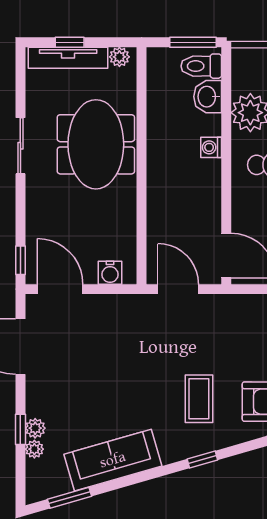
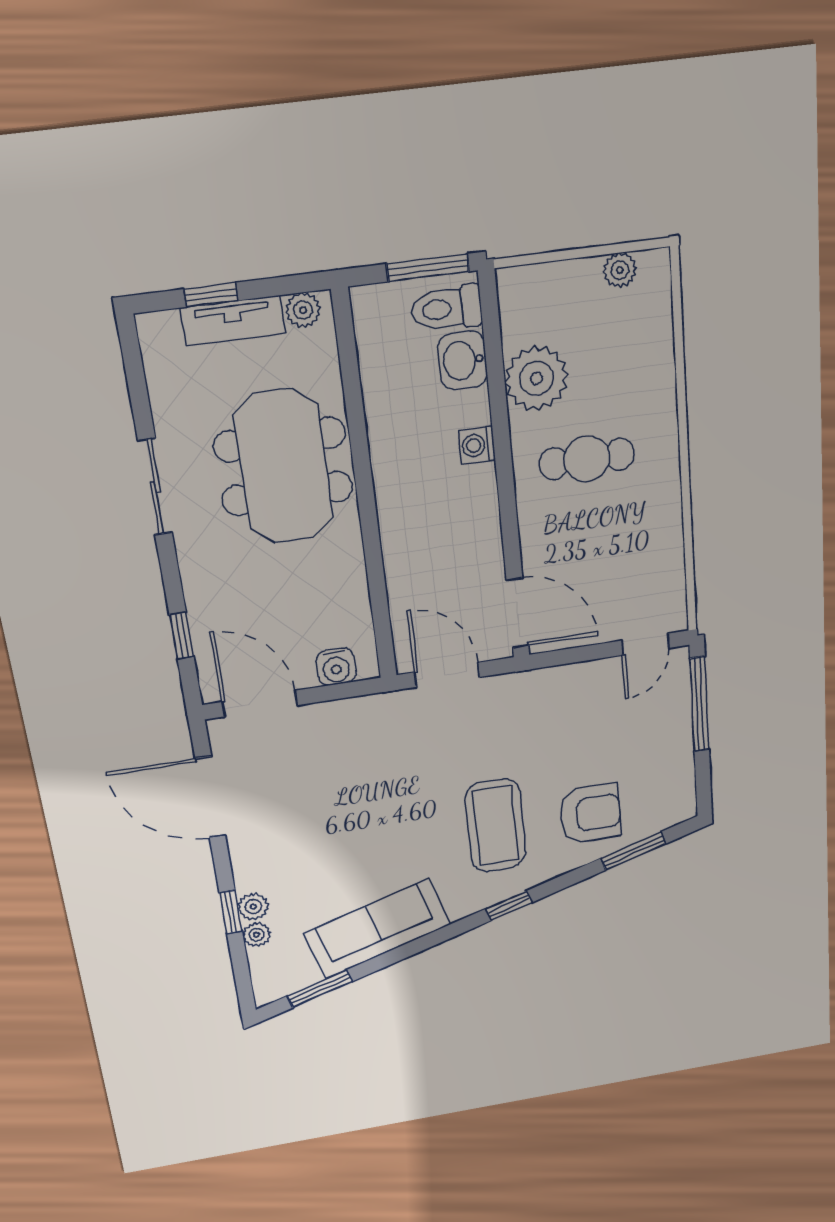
tv unit: (68, 58) -> (233, 321), width x0.71
window: (20, 260) -> (182, 636), moved
coffee table: (199, 399) -> (496, 825), width x1.36, depth x1.32

